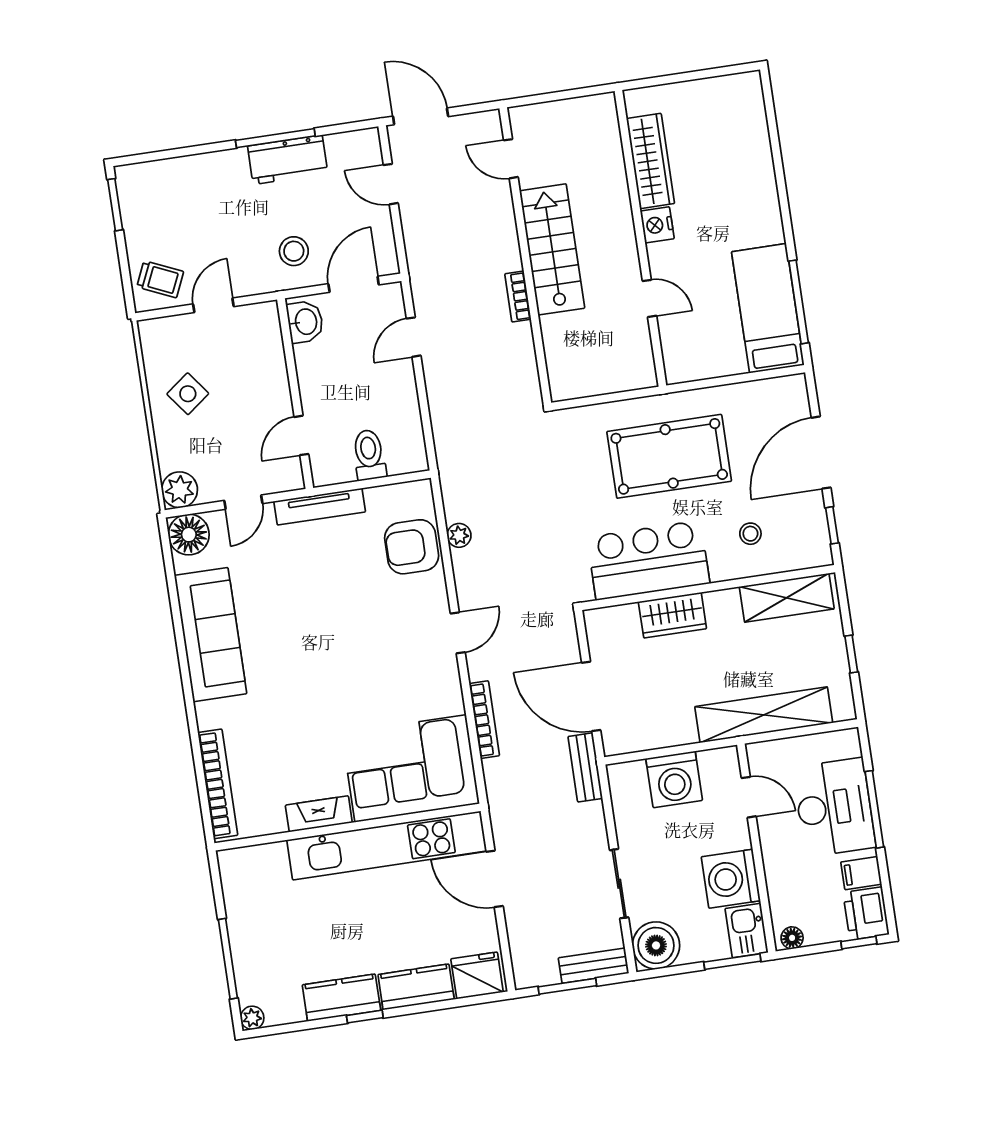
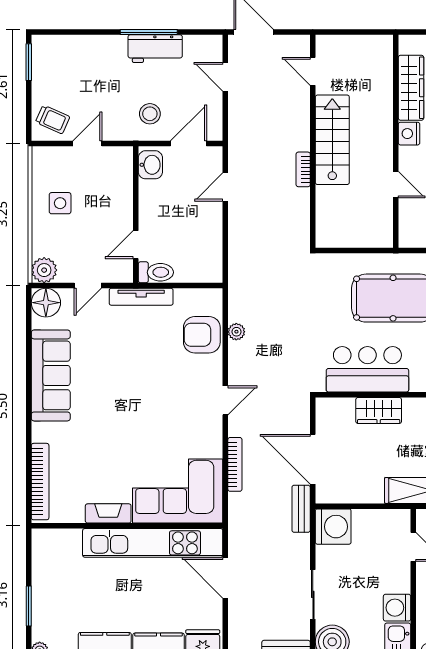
side table: (188, 394) -> (60, 203), turned 37
toilet: (369, 455) -> (156, 272), moved, turned 90
washing machine: (674, 779) -> (333, 527), moved, turned -90
washing machine: (731, 879) -> (397, 608), width x0.73, depth x0.73
window: (228, 959) -> (29, 606), width x0.69

